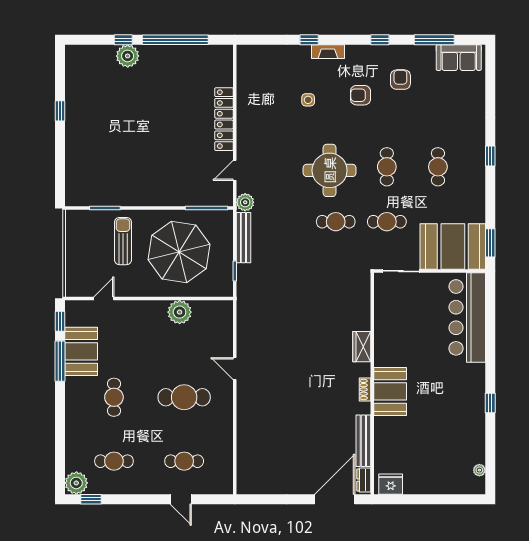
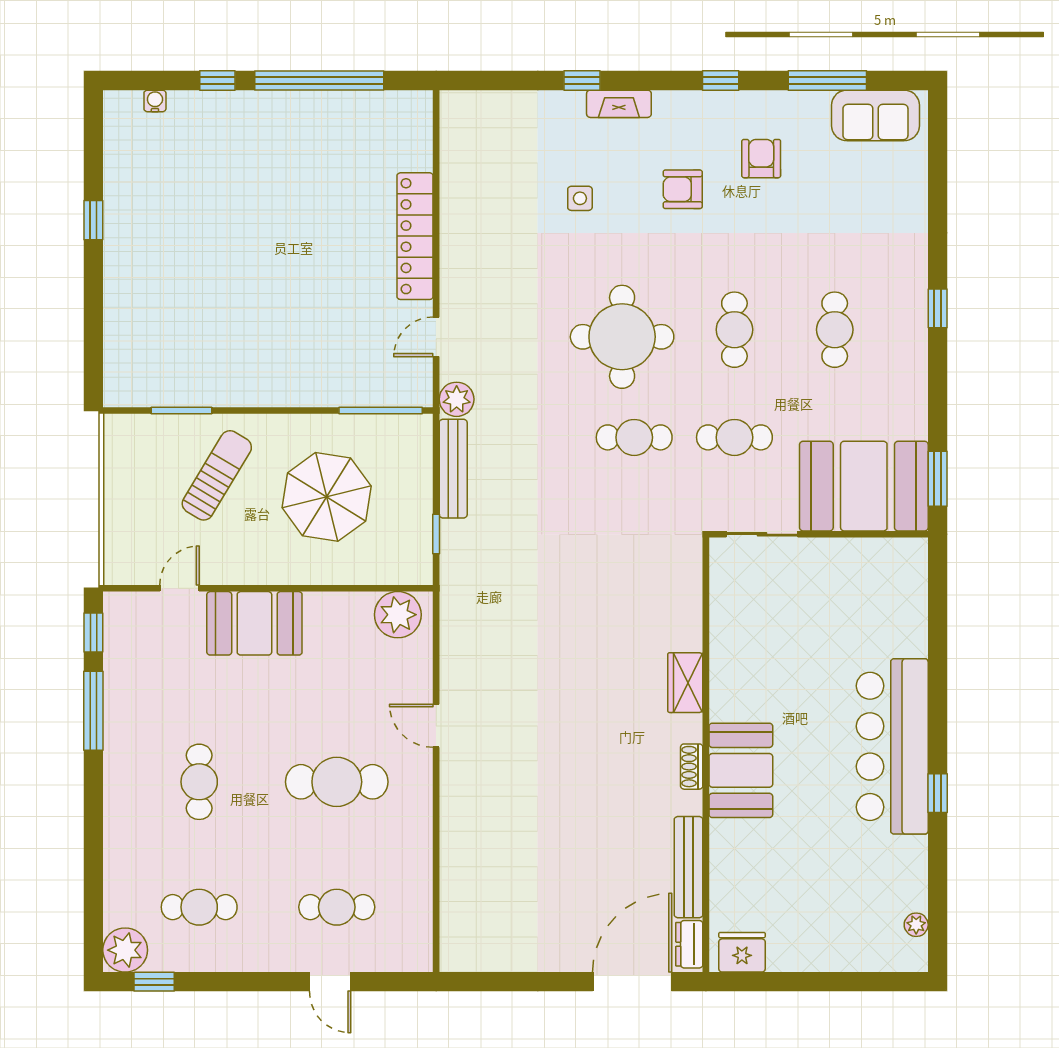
water cooler: (91, 50) -> (155, 101), added
plant: (128, 56) -> (226, 112), removed
sun lounger: (123, 241) -> (217, 475), turned 31
parasol: (179, 252) -> (327, 497), width x0.73, depth x0.73
plant: (180, 312) -> (398, 615), moved
bar counter: (467, 317) -> (892, 746), moved
booth: (81, 351) -> (254, 623), moved, turned 90

